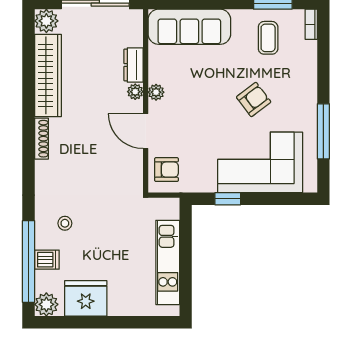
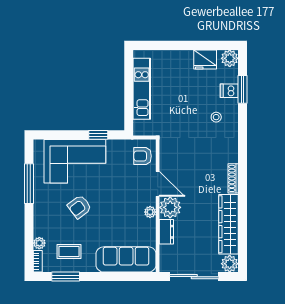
coffee table: (268, 38) -> (69, 251), turned 90
plant: (309, 49) -> (39, 243), added
plant: (135, 92) -> (170, 207), width x1.88, depth x1.88
window: (29, 261) -> (243, 89), width x0.47
fridge: (86, 298) -> (205, 59), width x0.73, depth x0.75

